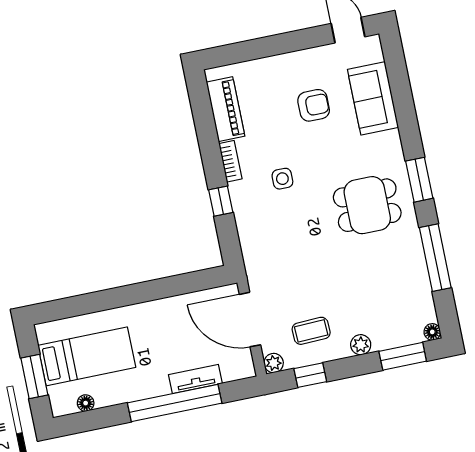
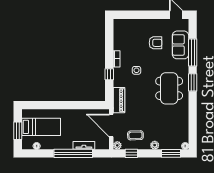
piano: (226, 109) -> (119, 100), moved
dining table: (367, 205) -> (169, 88), width x1.38
window: (435, 258) -> (193, 53), moved

